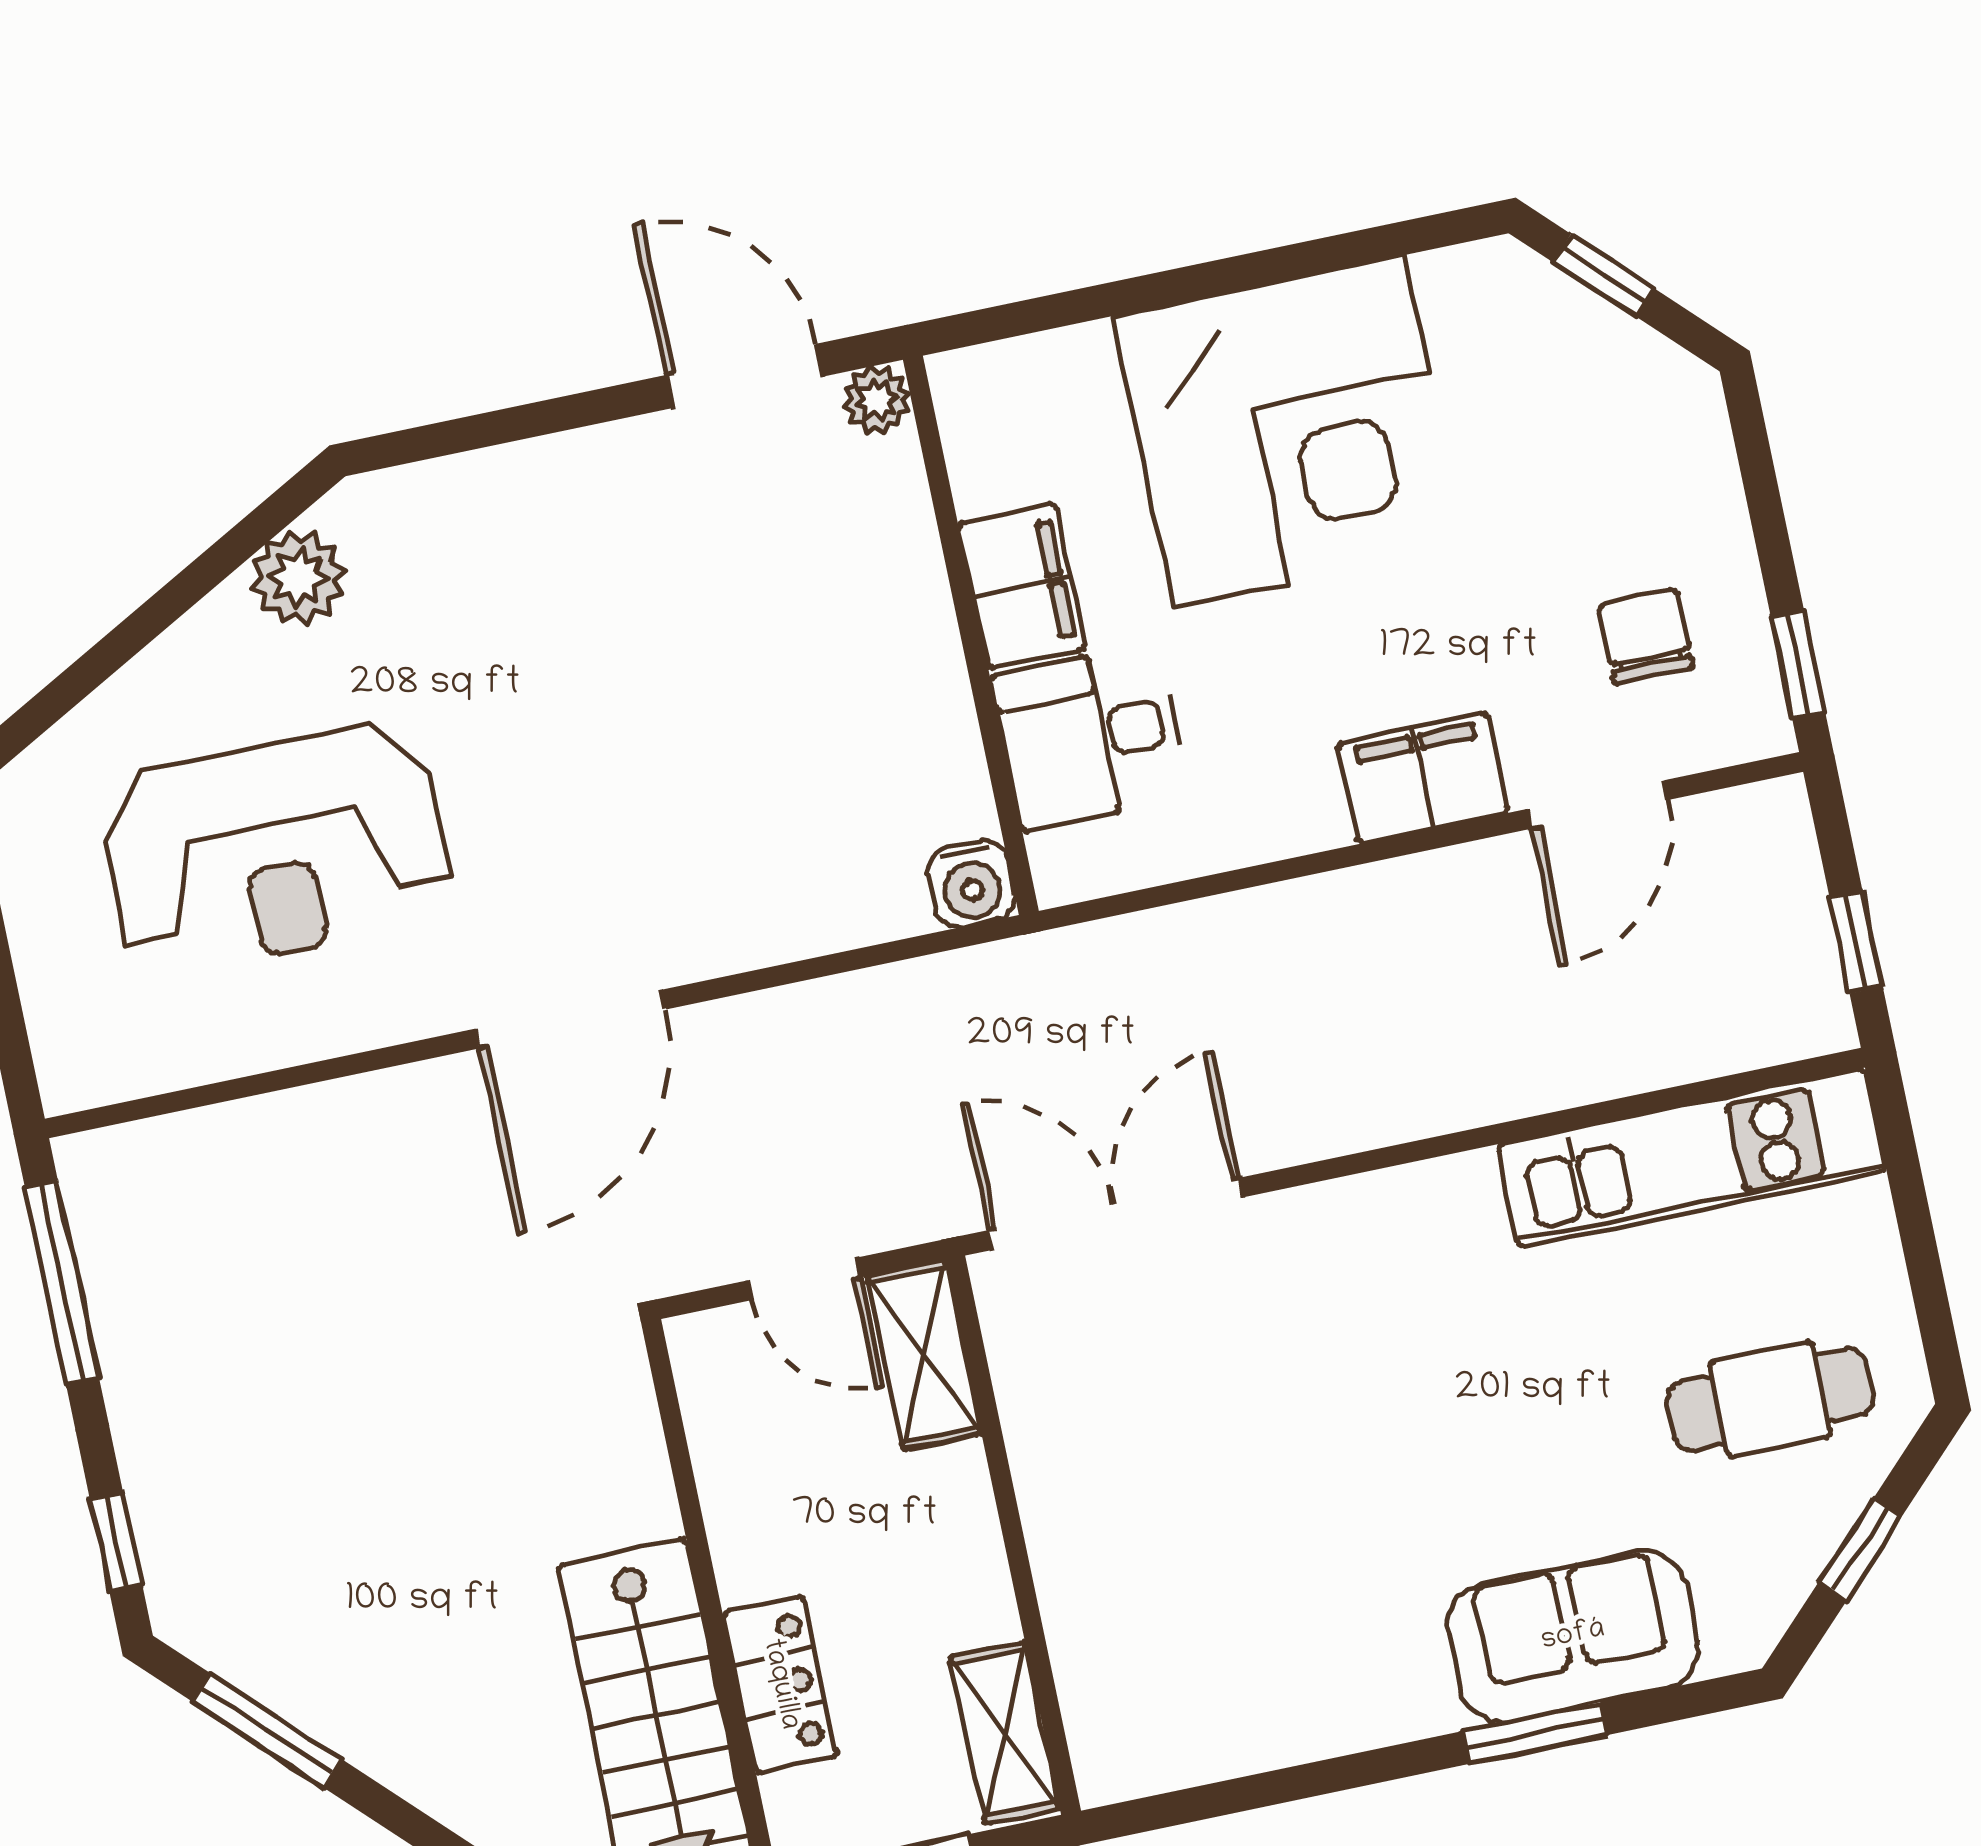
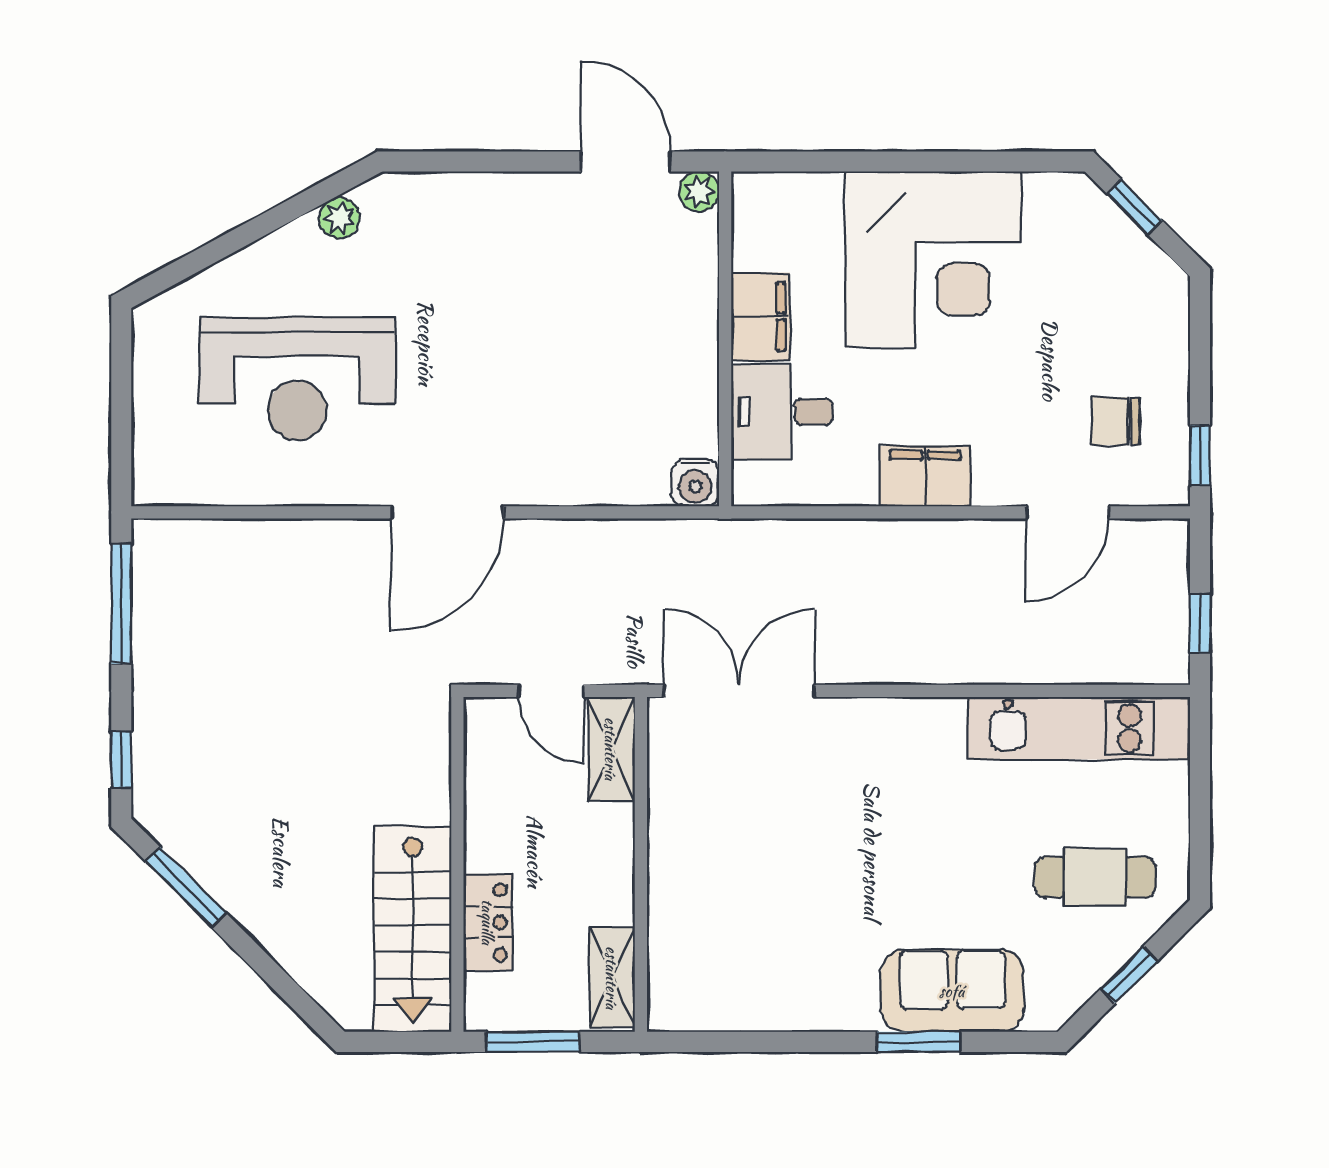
plant: (298, 578) -> (339, 218), width x0.73, depth x0.73
chair: (1646, 637) -> (1115, 421), turned -90
filing cabinet: (1423, 778) -> (925, 476), moved

